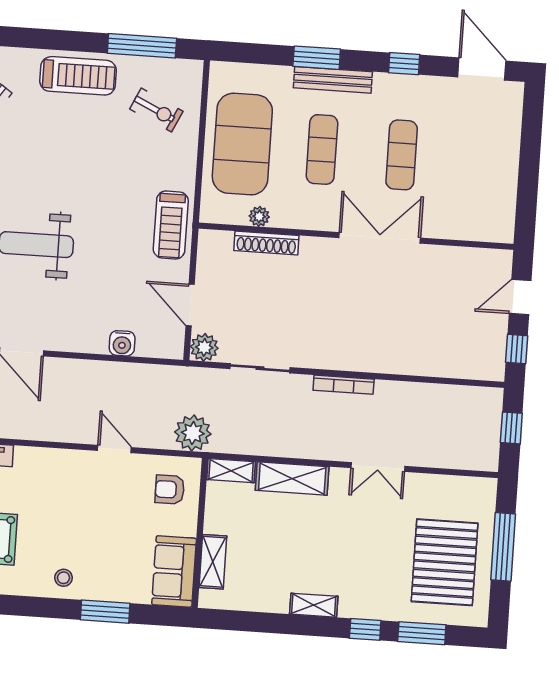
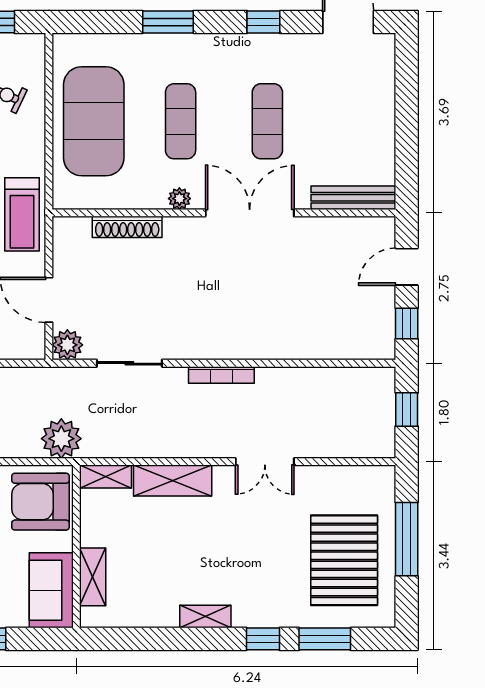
bench: (333, 80) -> (353, 198), moved
plant: (259, 216) -> (179, 199), moved
armchair: (170, 490) -> (40, 502), width x1.88, depth x1.88

